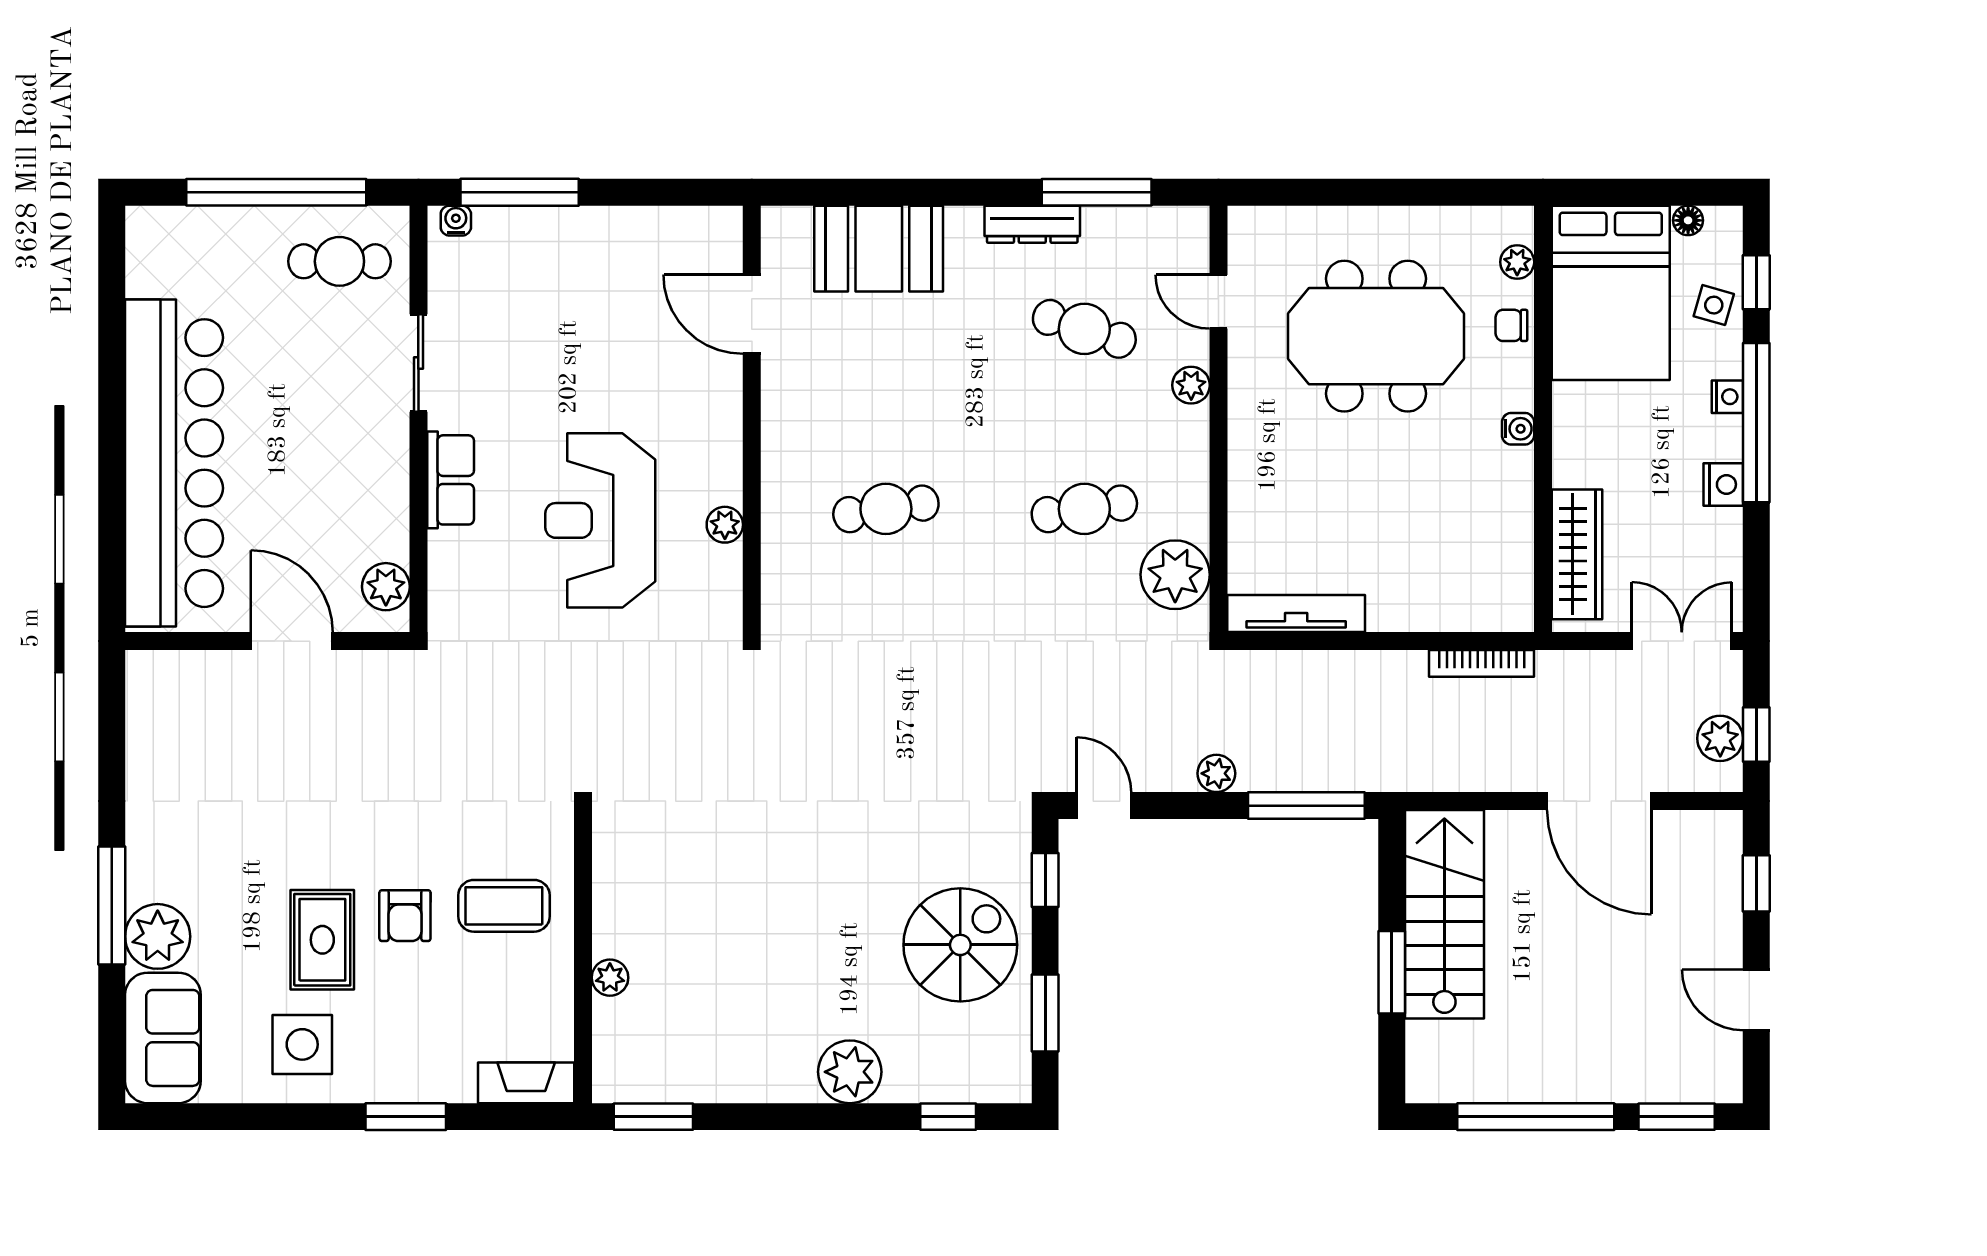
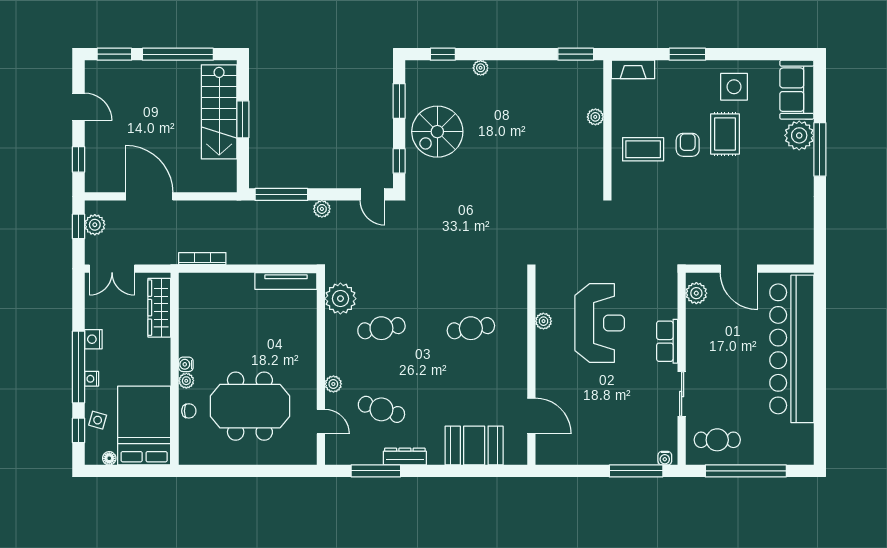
plant: (1517, 262) -> (186, 381), moved
stairs: (1444, 914) -> (219, 112), moved
plant: (850, 1072) -> (481, 68), width x0.53, depth x0.53

